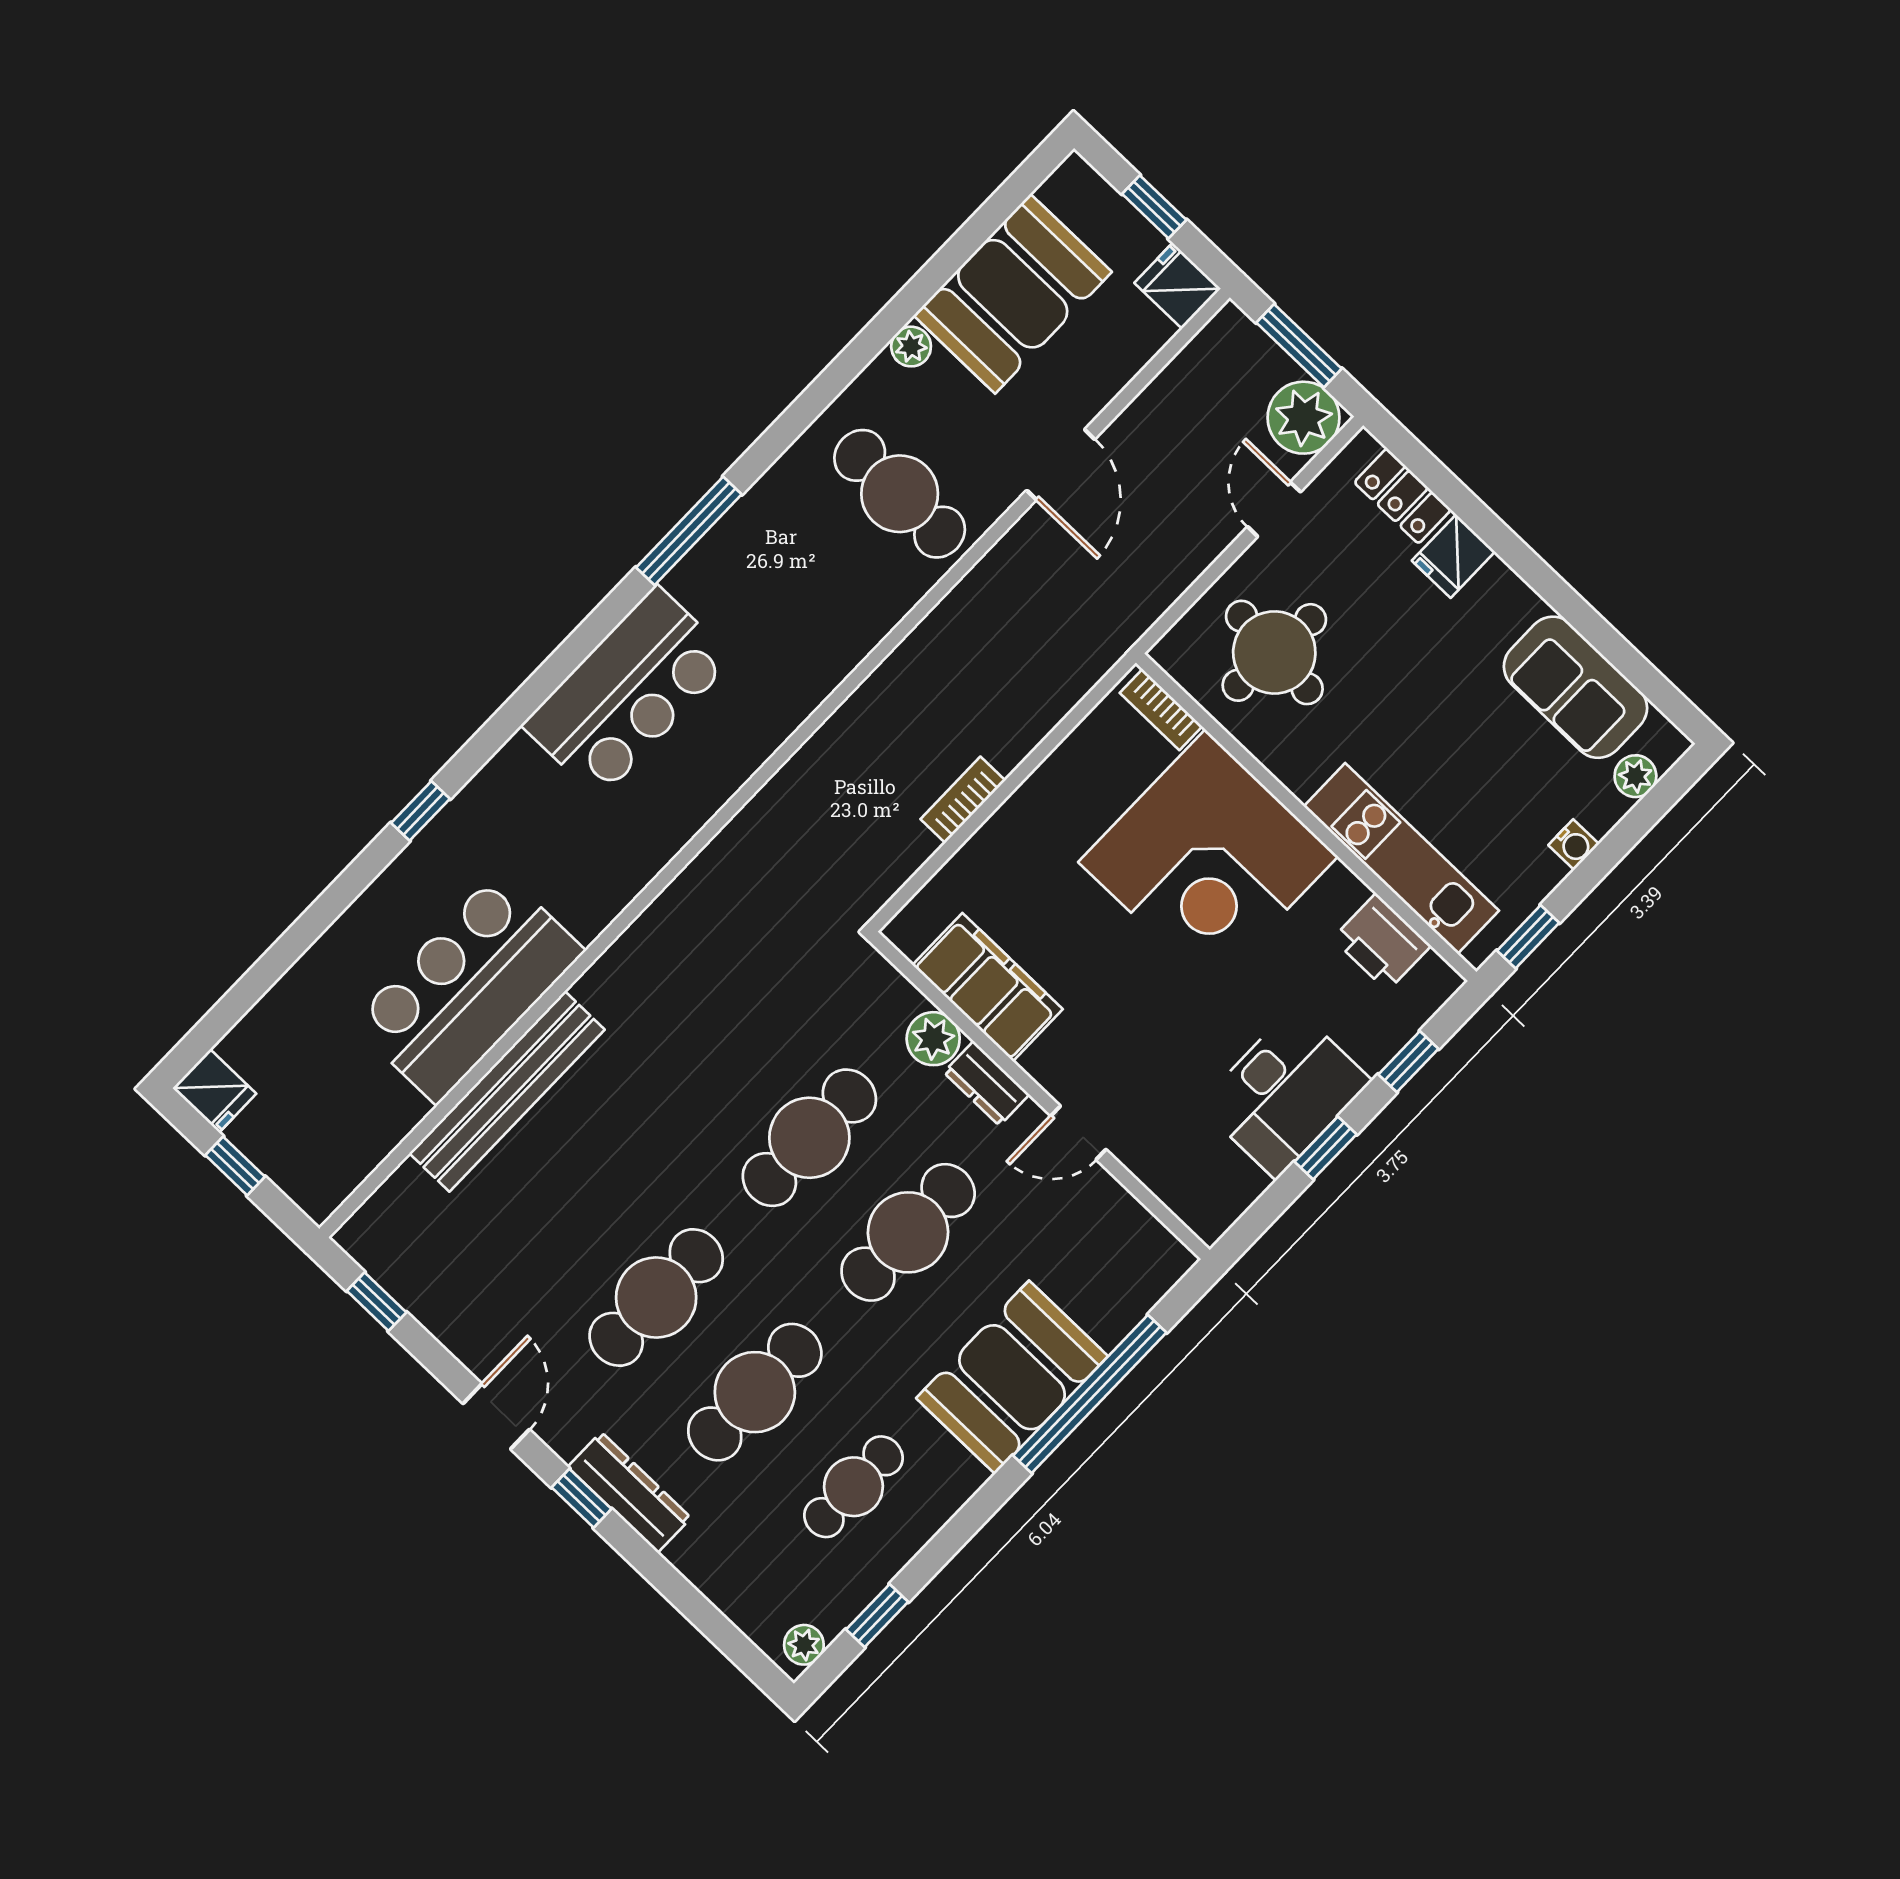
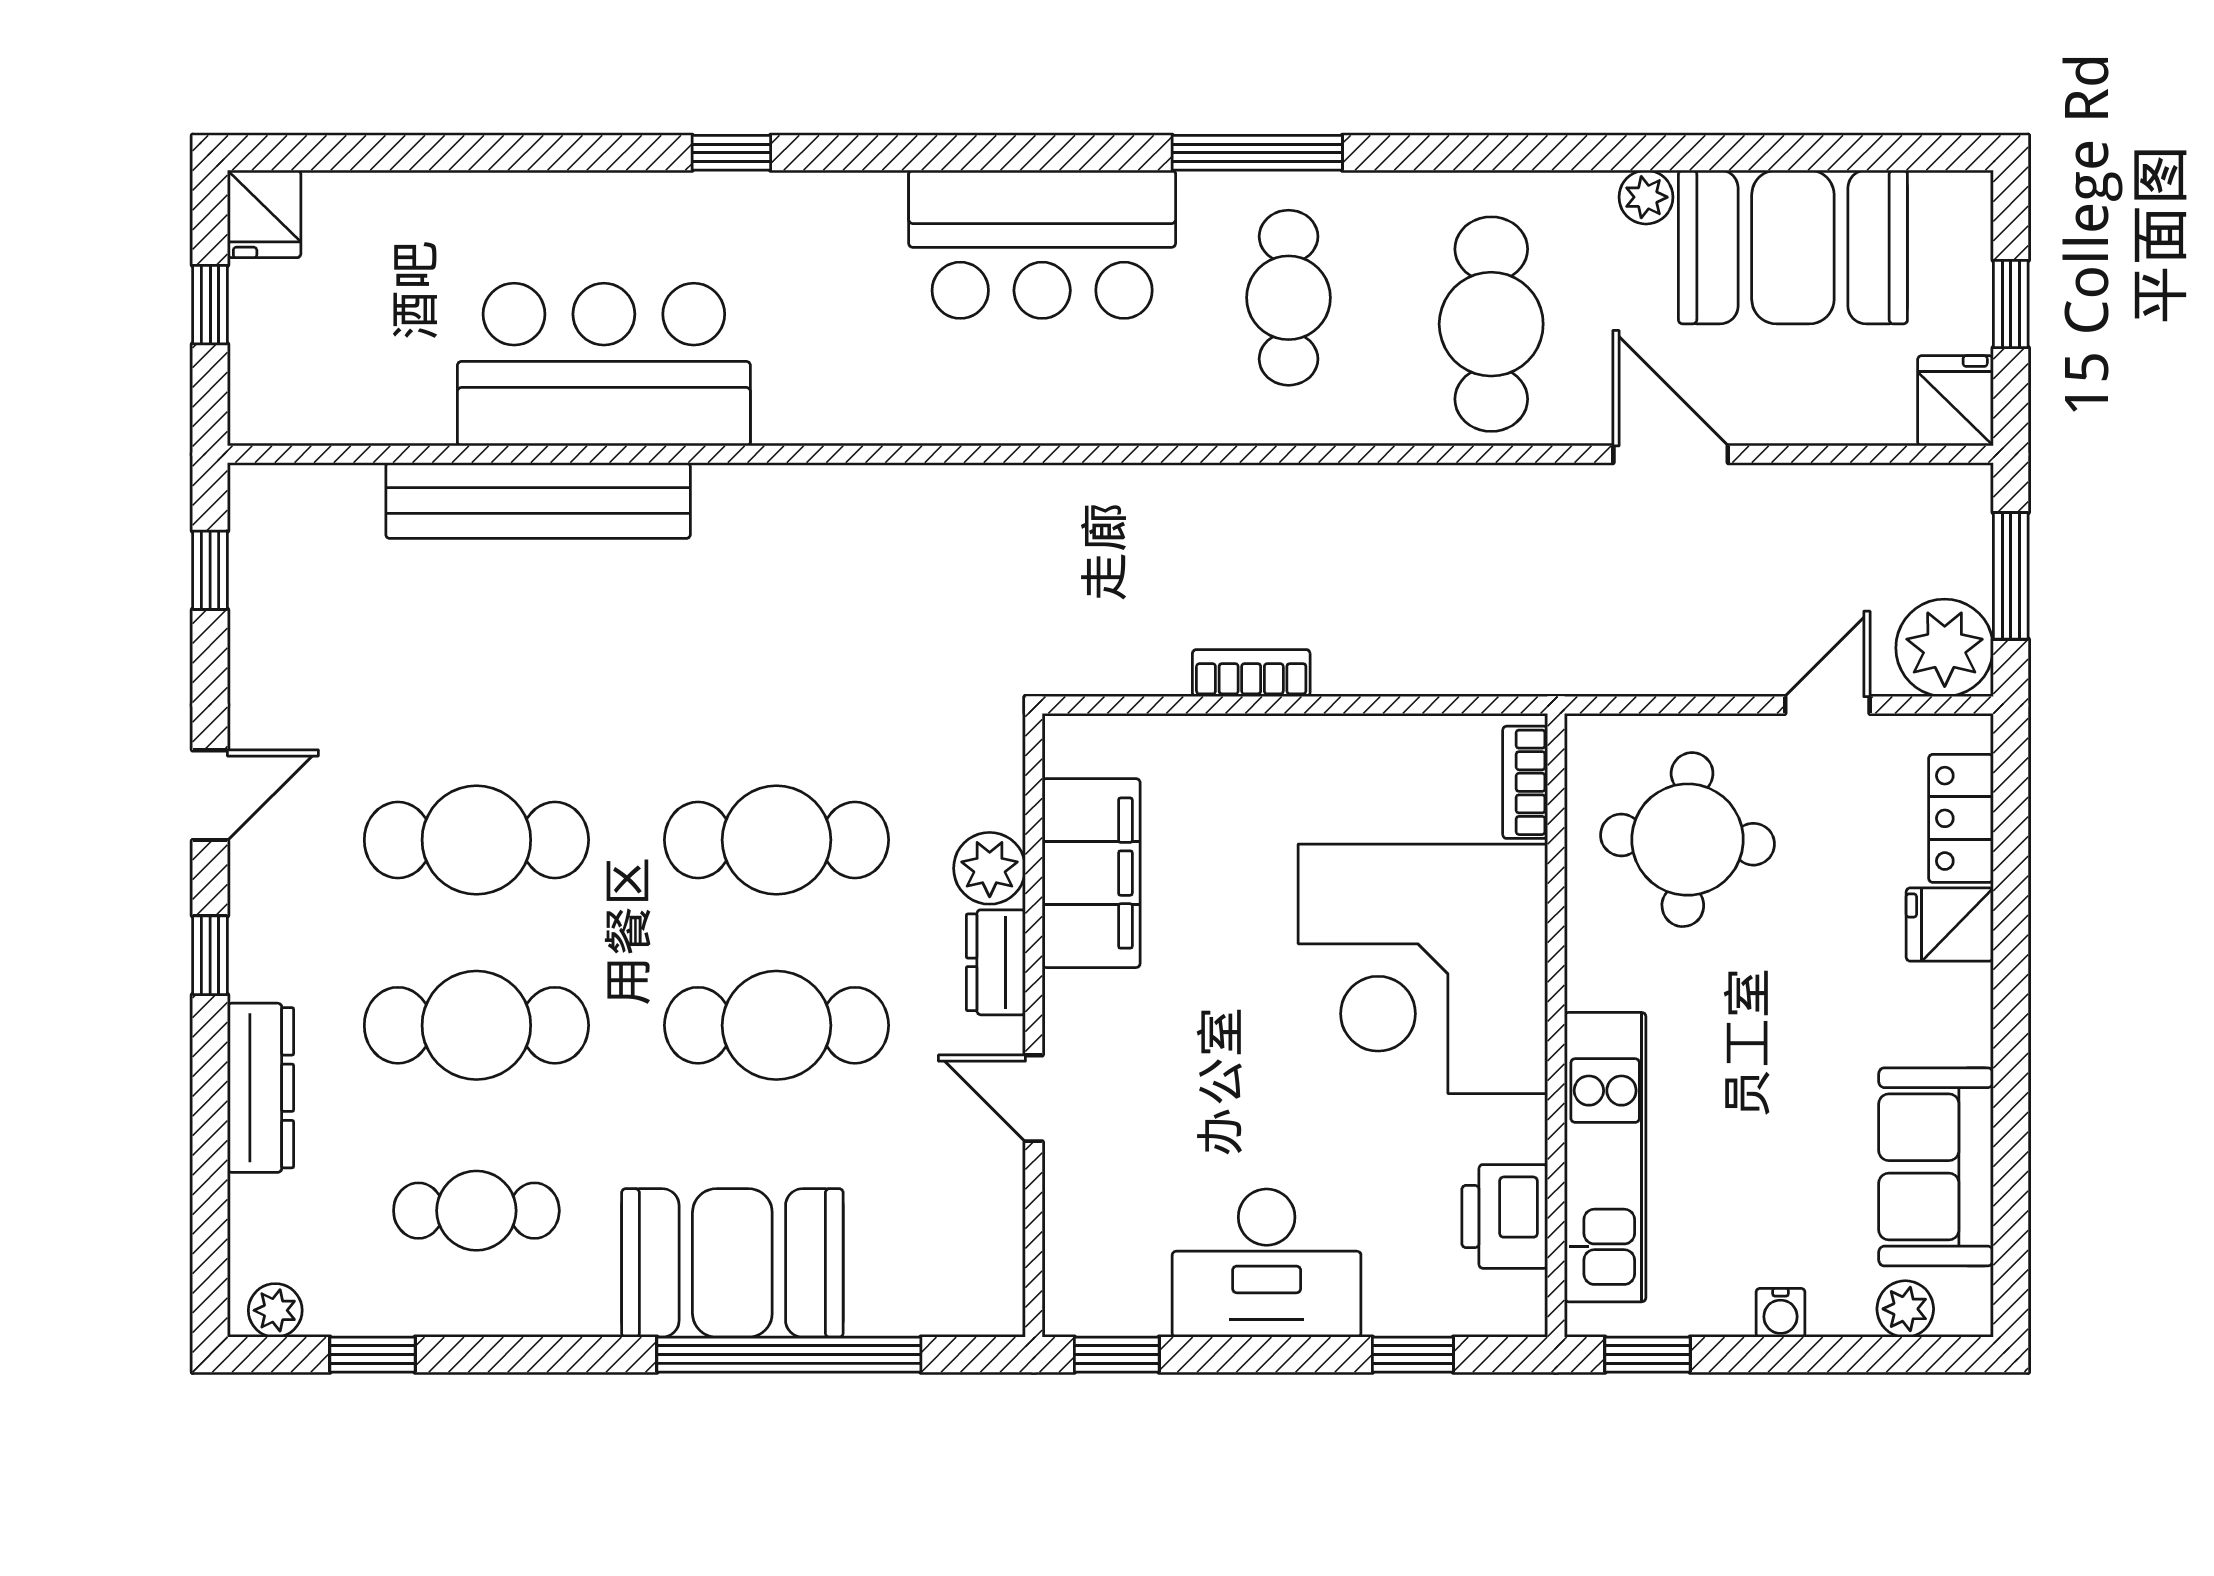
door: (1061, 465) -> (1671, 454), swing flipped
cafe table: (782, 588) -> (1289, 298), added
window: (1326, 1148) -> (1117, 1355), moved
dresser: (629, 1492) -> (261, 1088), moved

